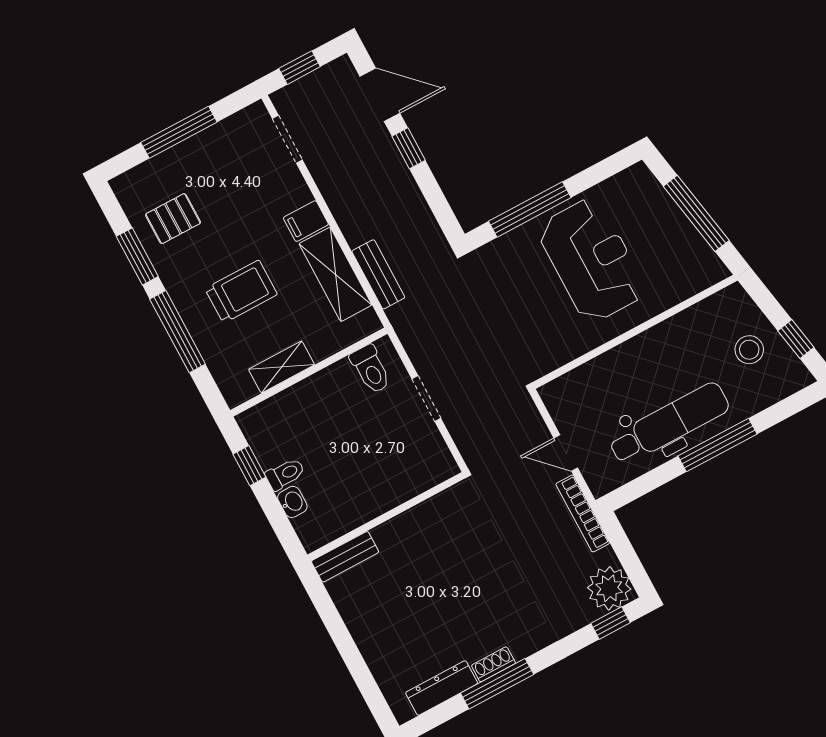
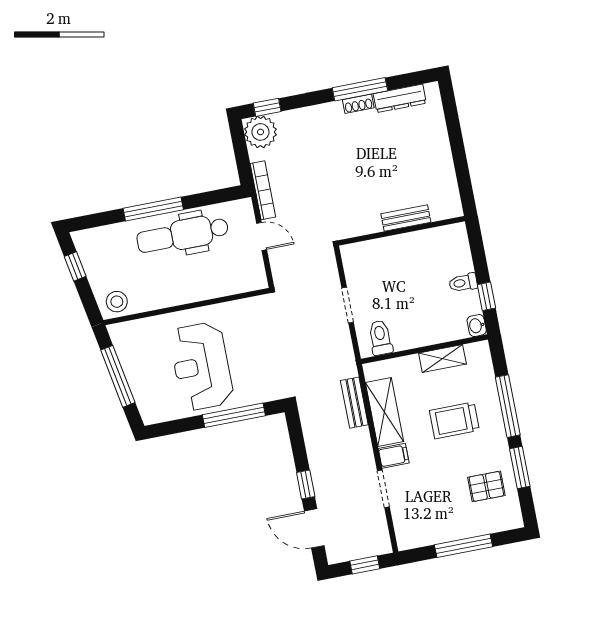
doorway: (287, 139) -> (383, 489), moved
stool: (749, 350) -> (117, 302), moved
washbasin: (292, 502) -> (477, 326), moved
bench: (345, 557) -> (406, 218), moved

